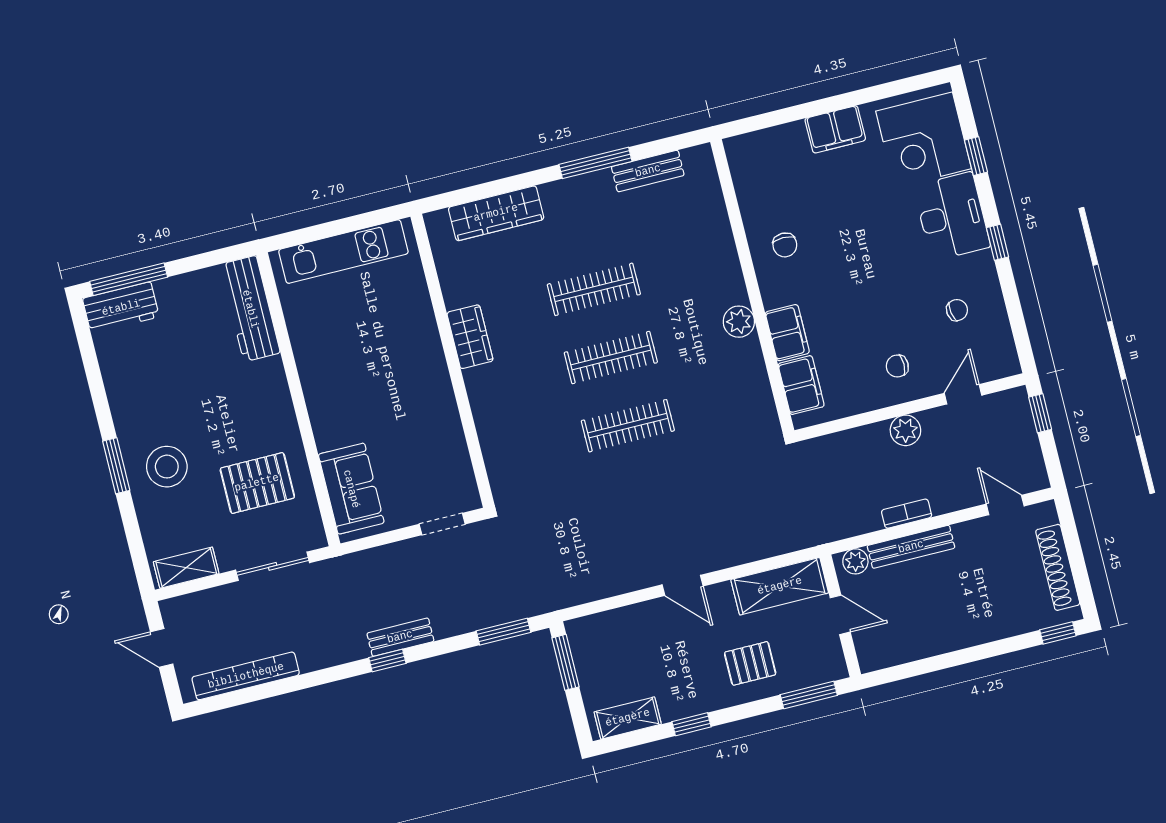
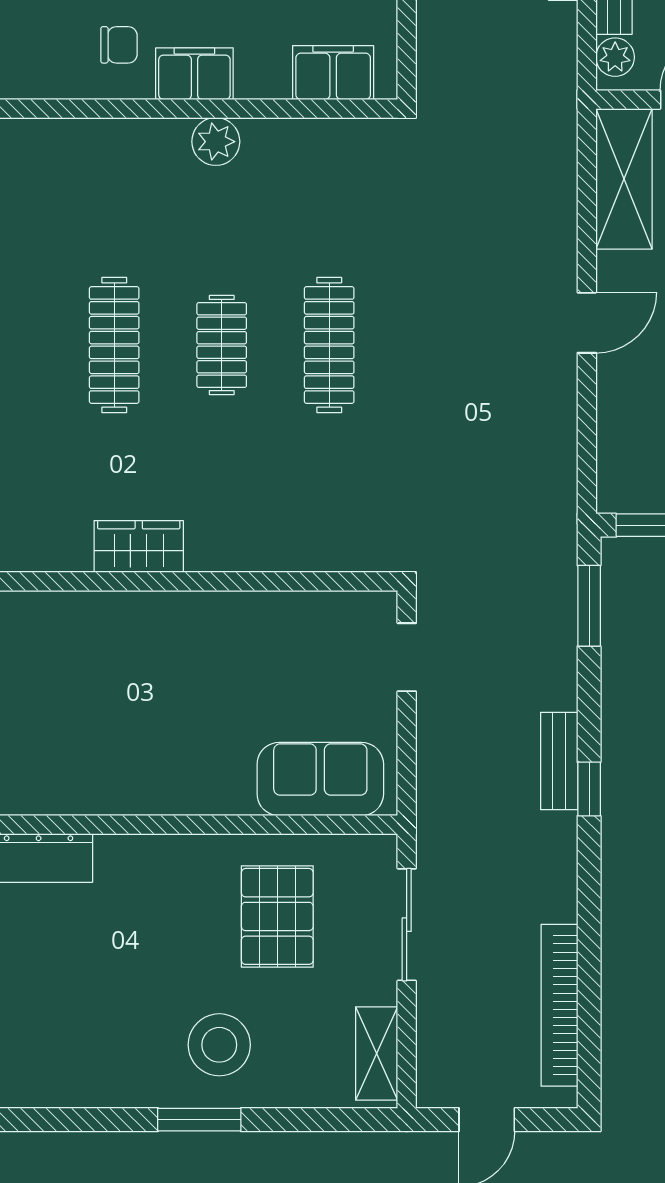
filing cabinet: (787, 333) -> (194, 74), moved
clothes rail: (611, 358) -> (222, 345), width x0.73

